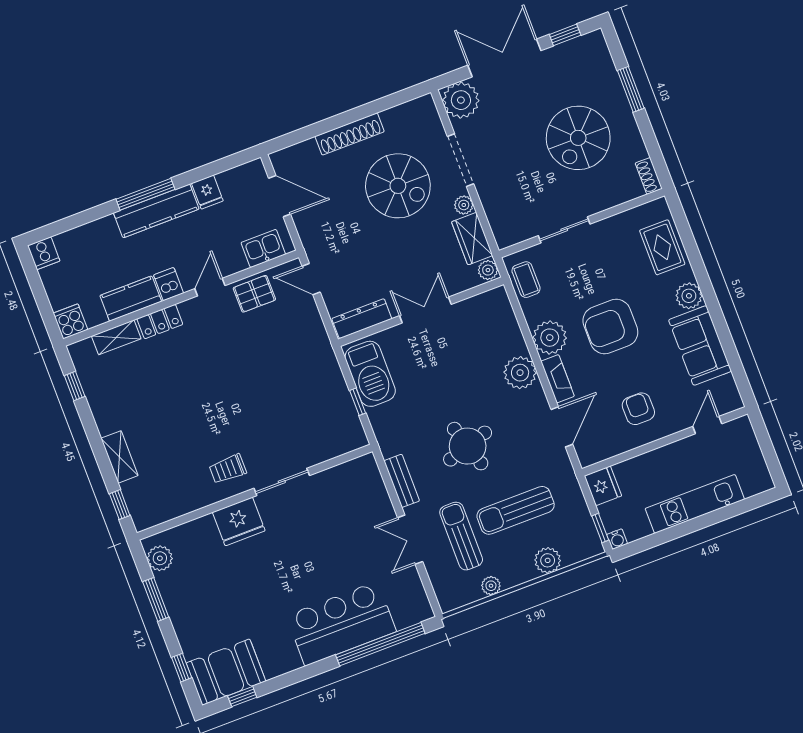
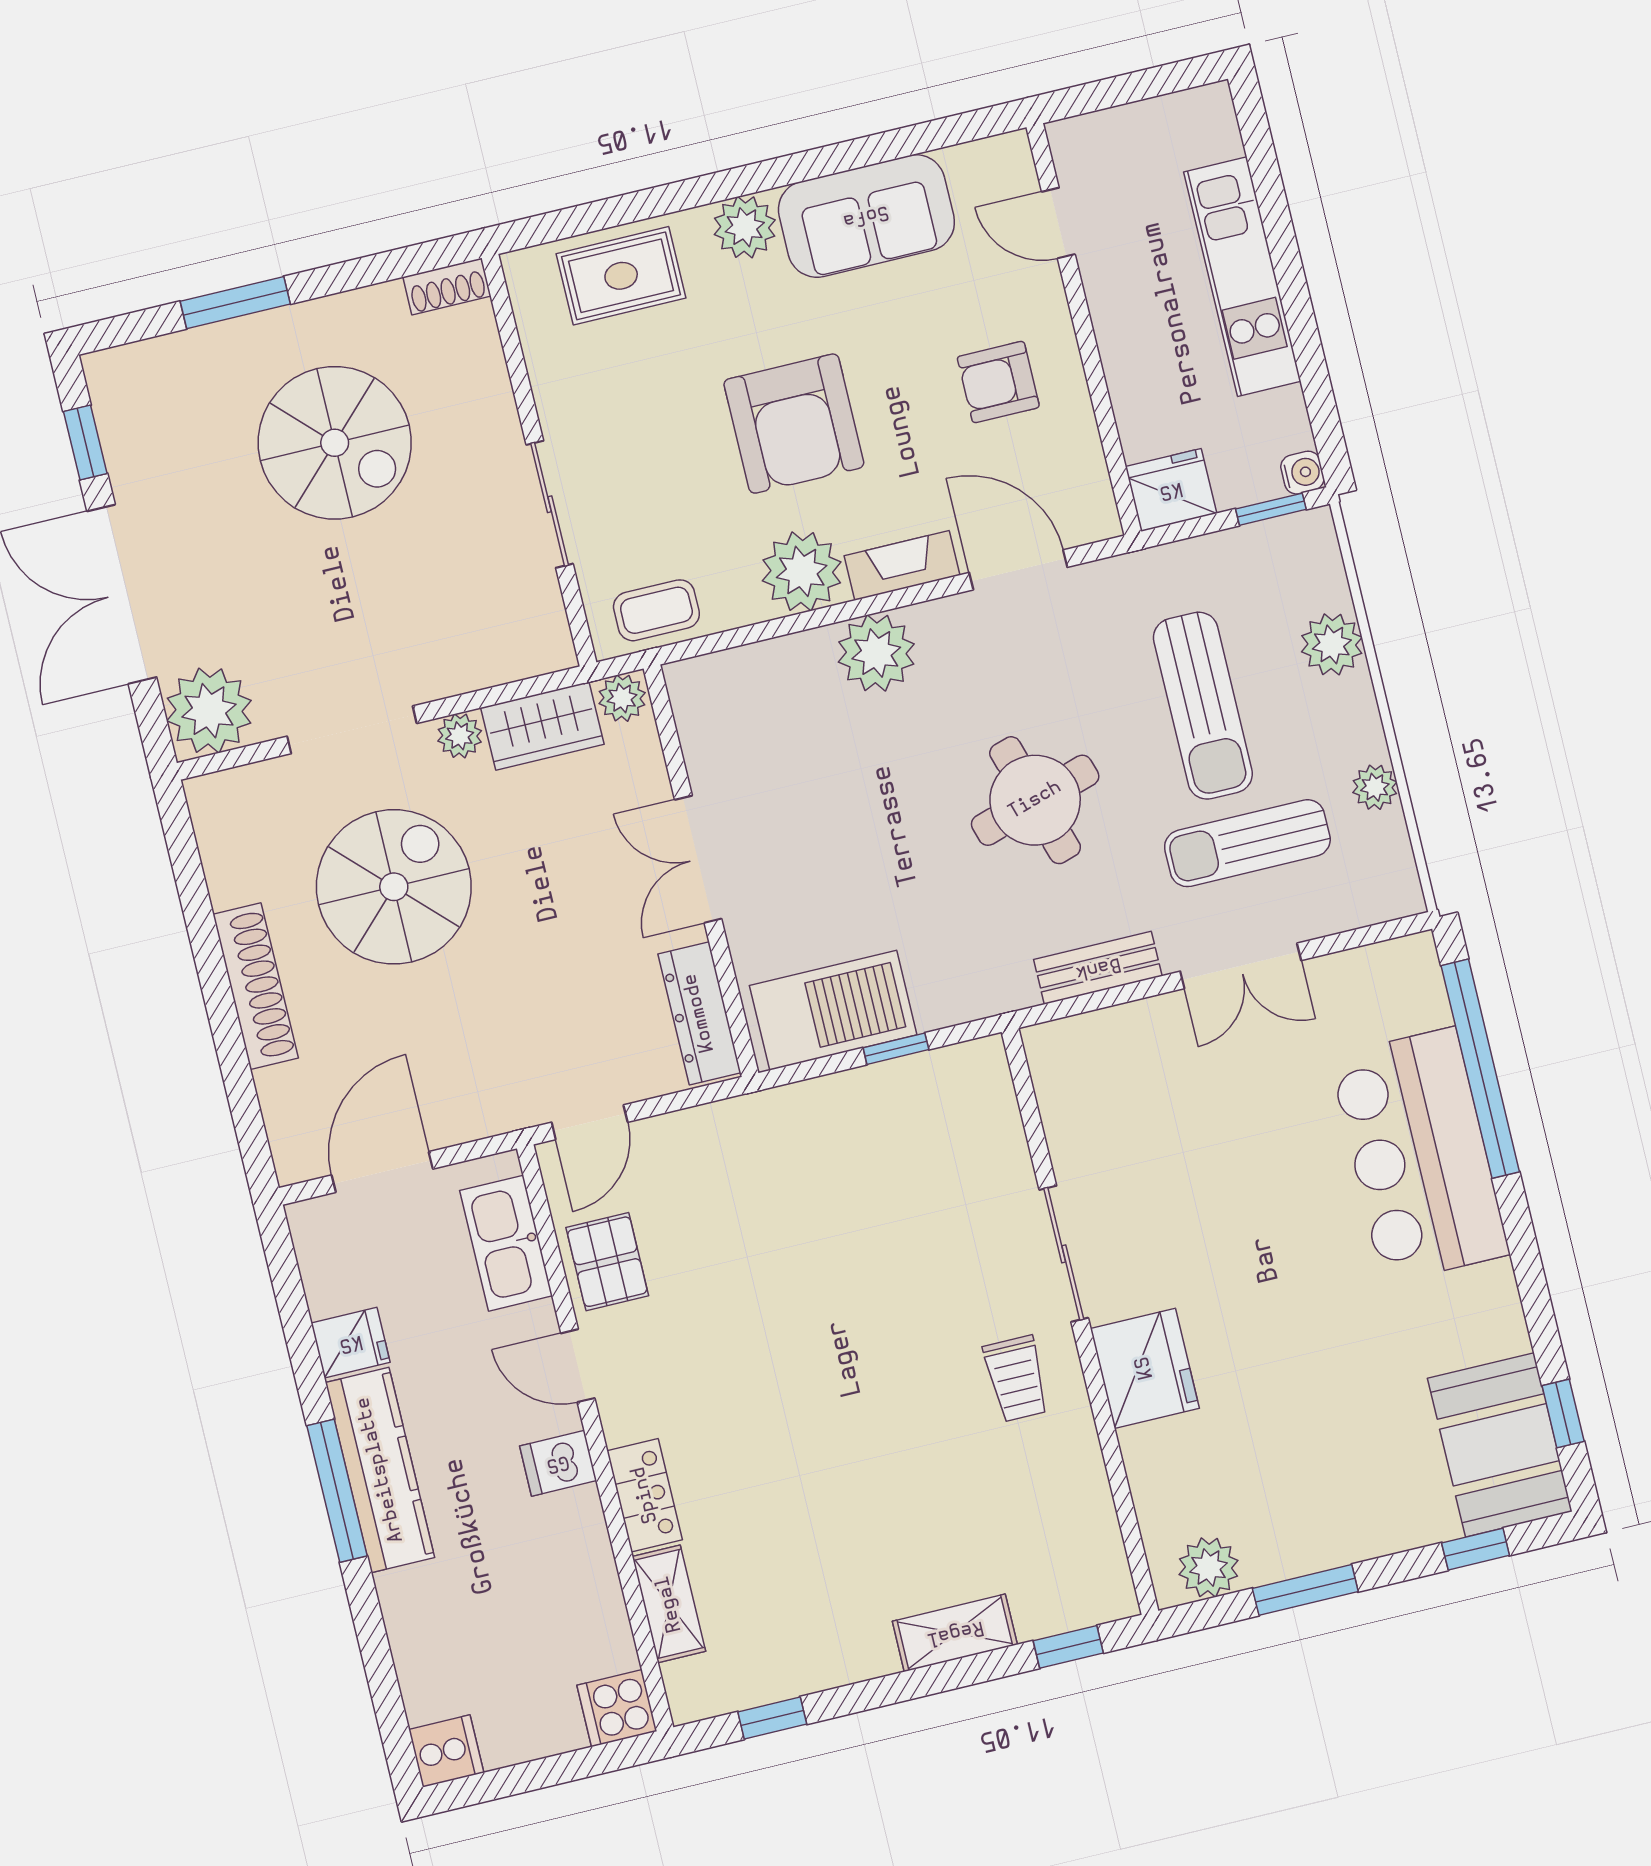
kitchen sink: (263, 248) -> (506, 1243), width x1.38
kitchen counter: (131, 299) -> (581, 1558), removed

